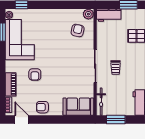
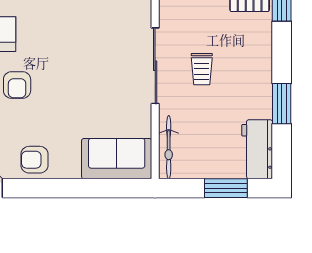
window: (116, 120) -> (226, 188), moved

